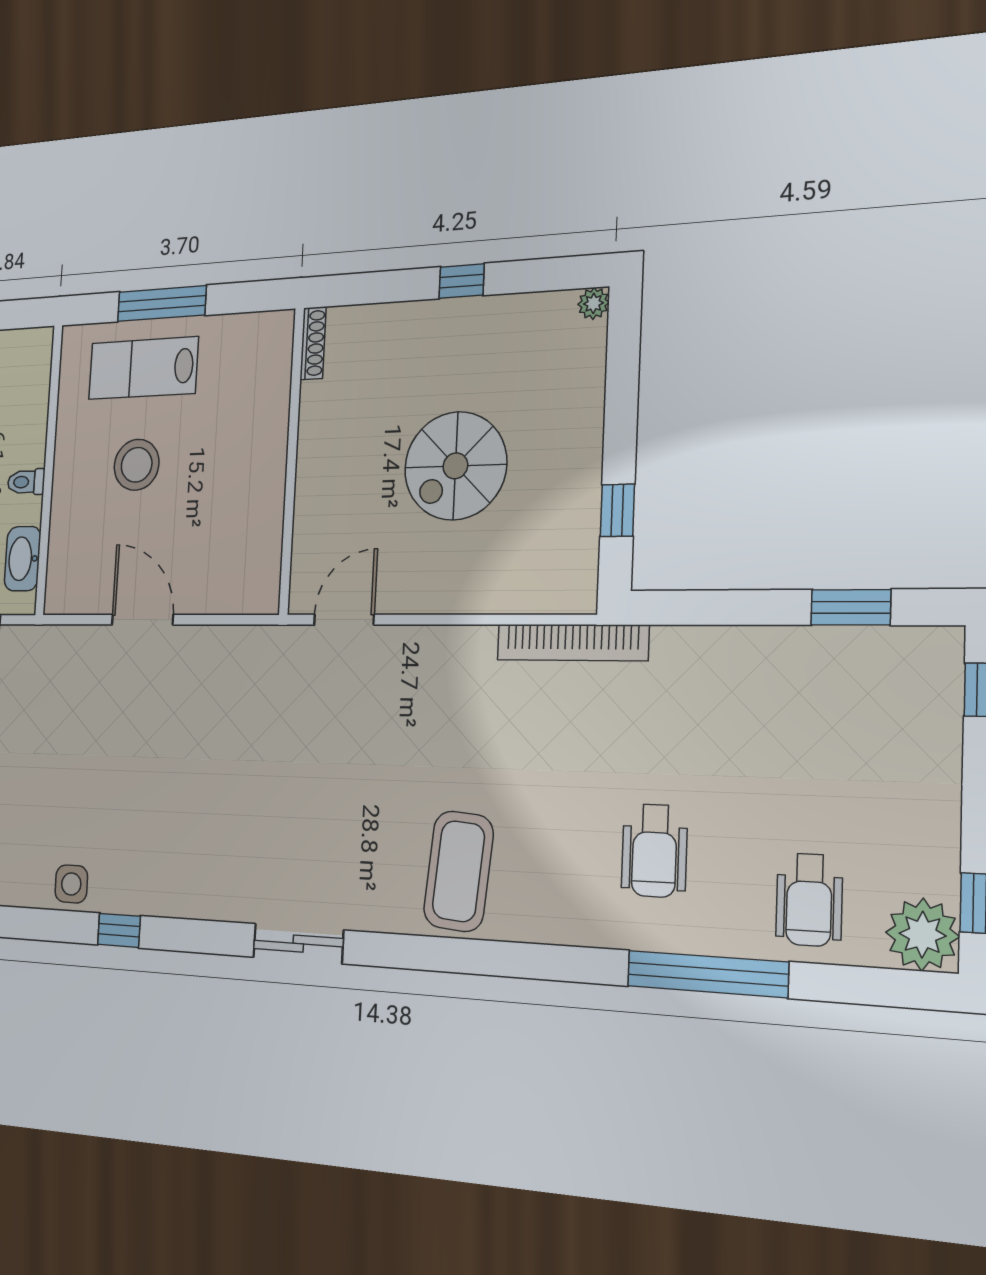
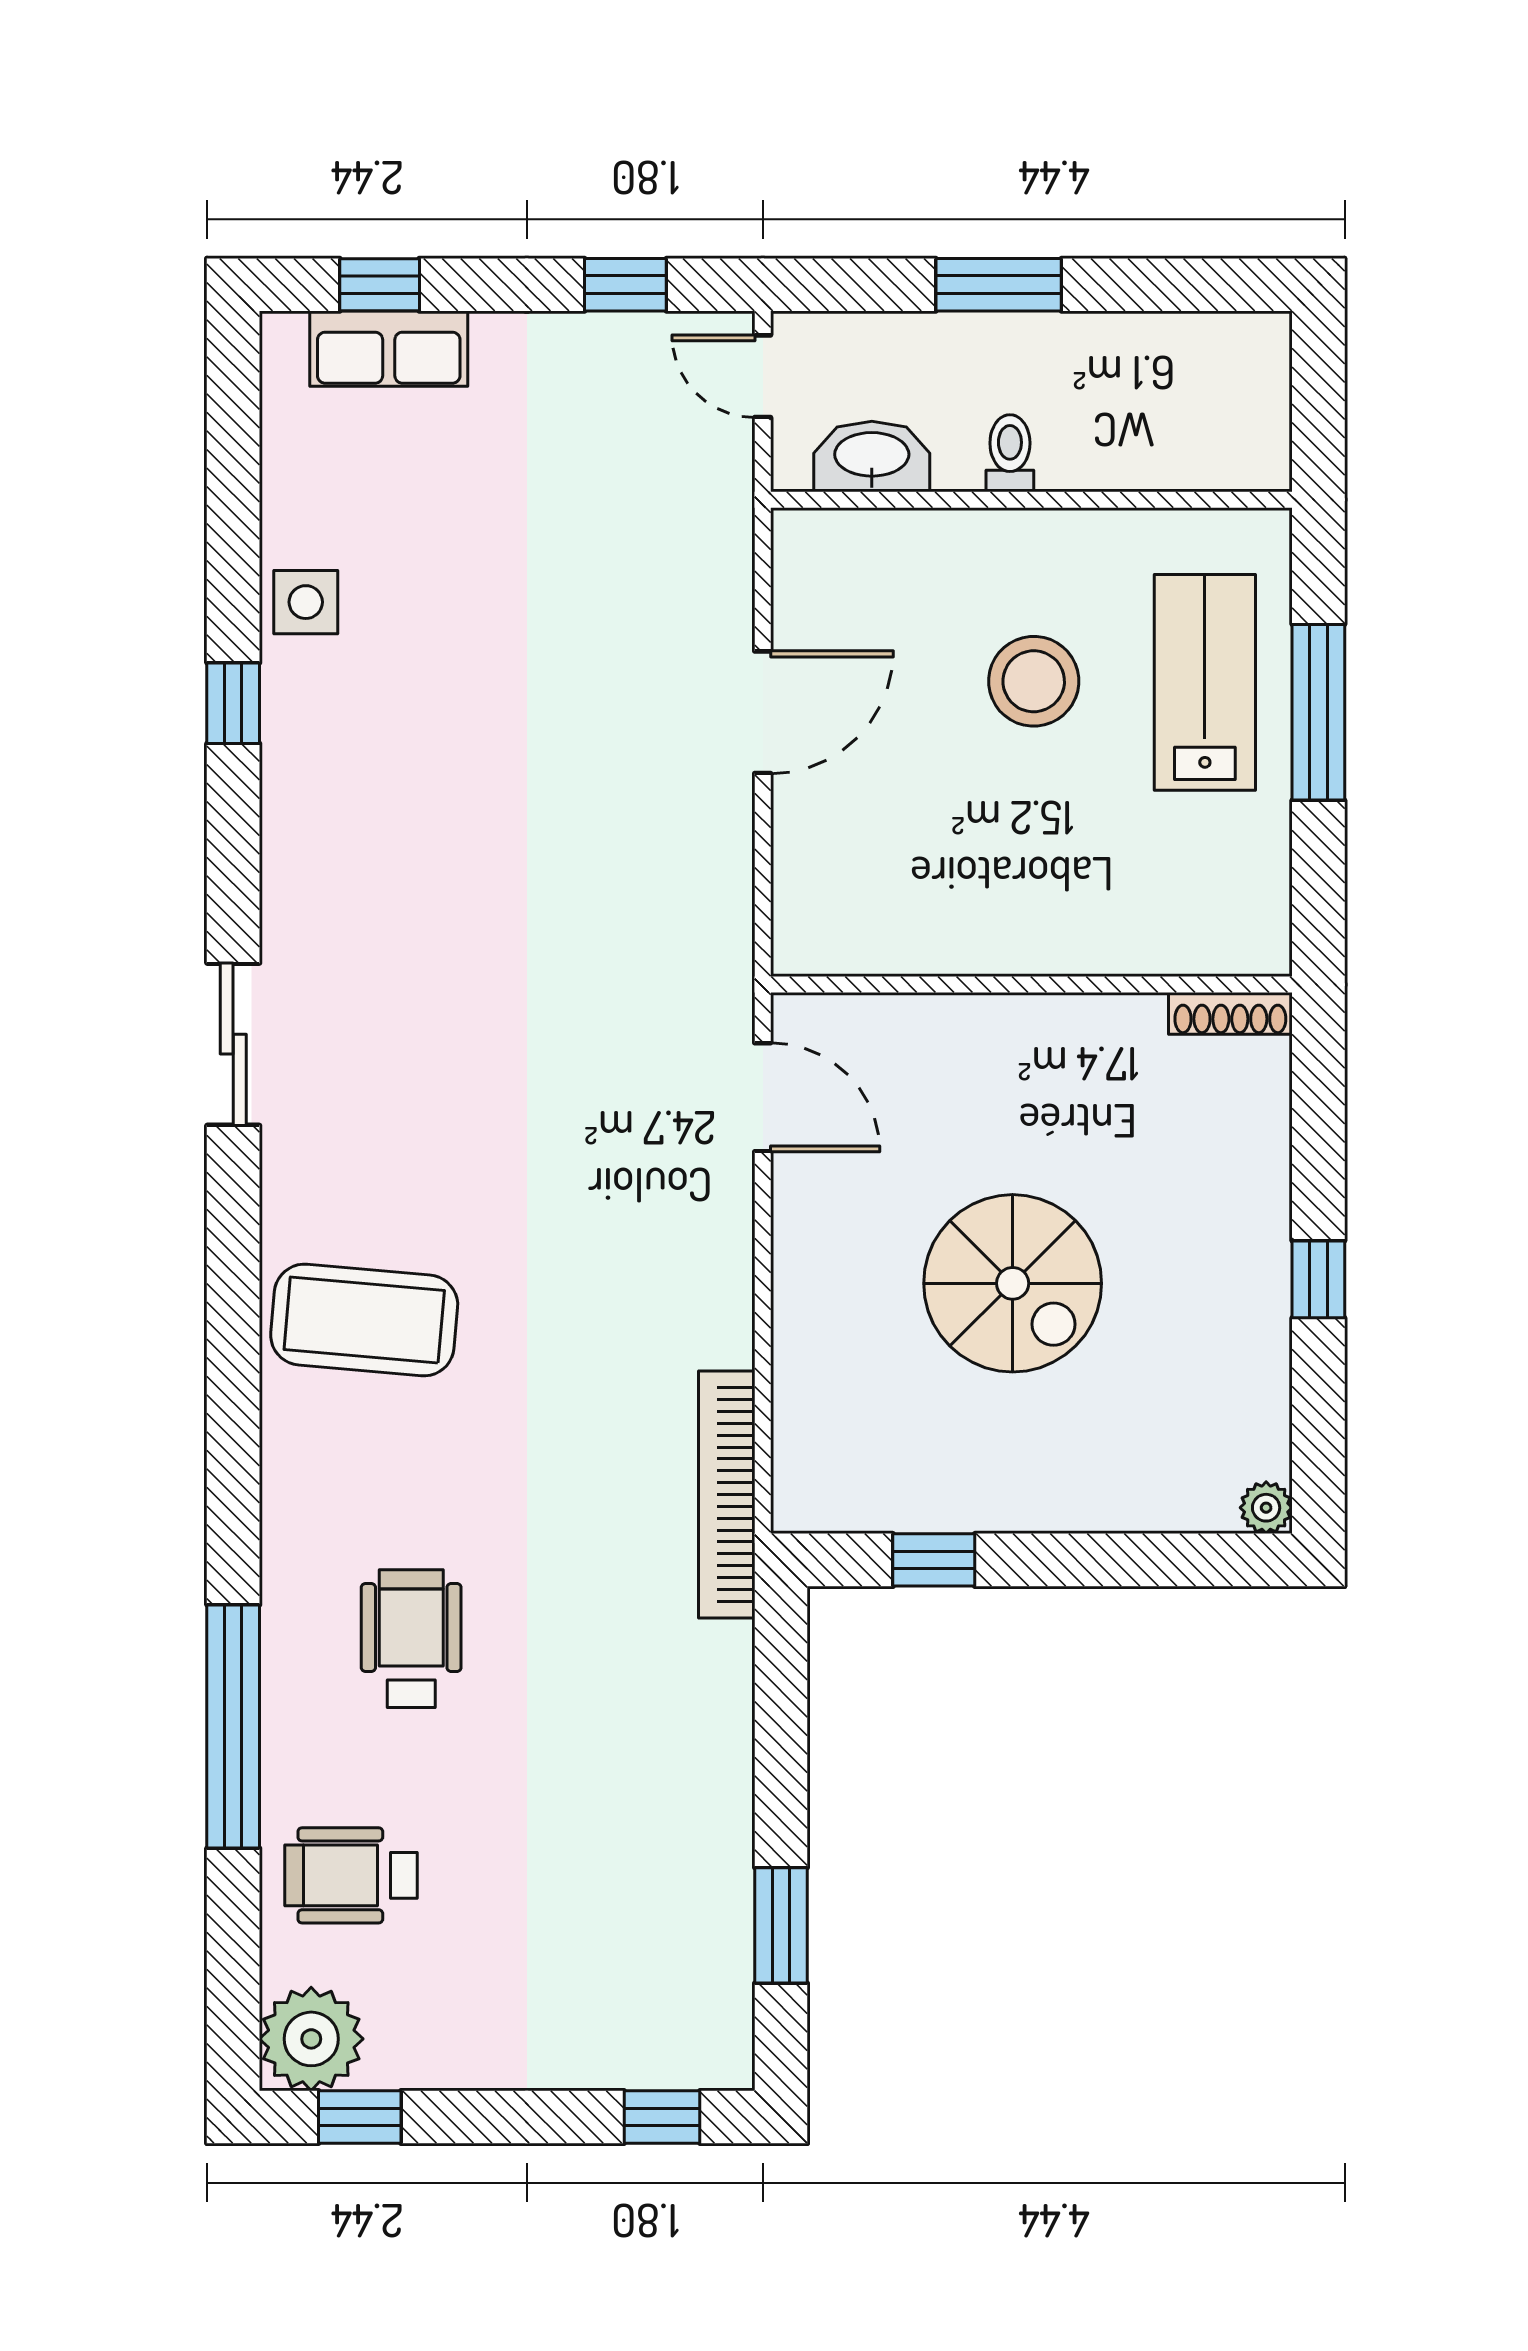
spiral stairs: (455, 466) -> (1013, 1283), turned 180
wheelchair: (654, 851) -> (411, 1639), turned 90

